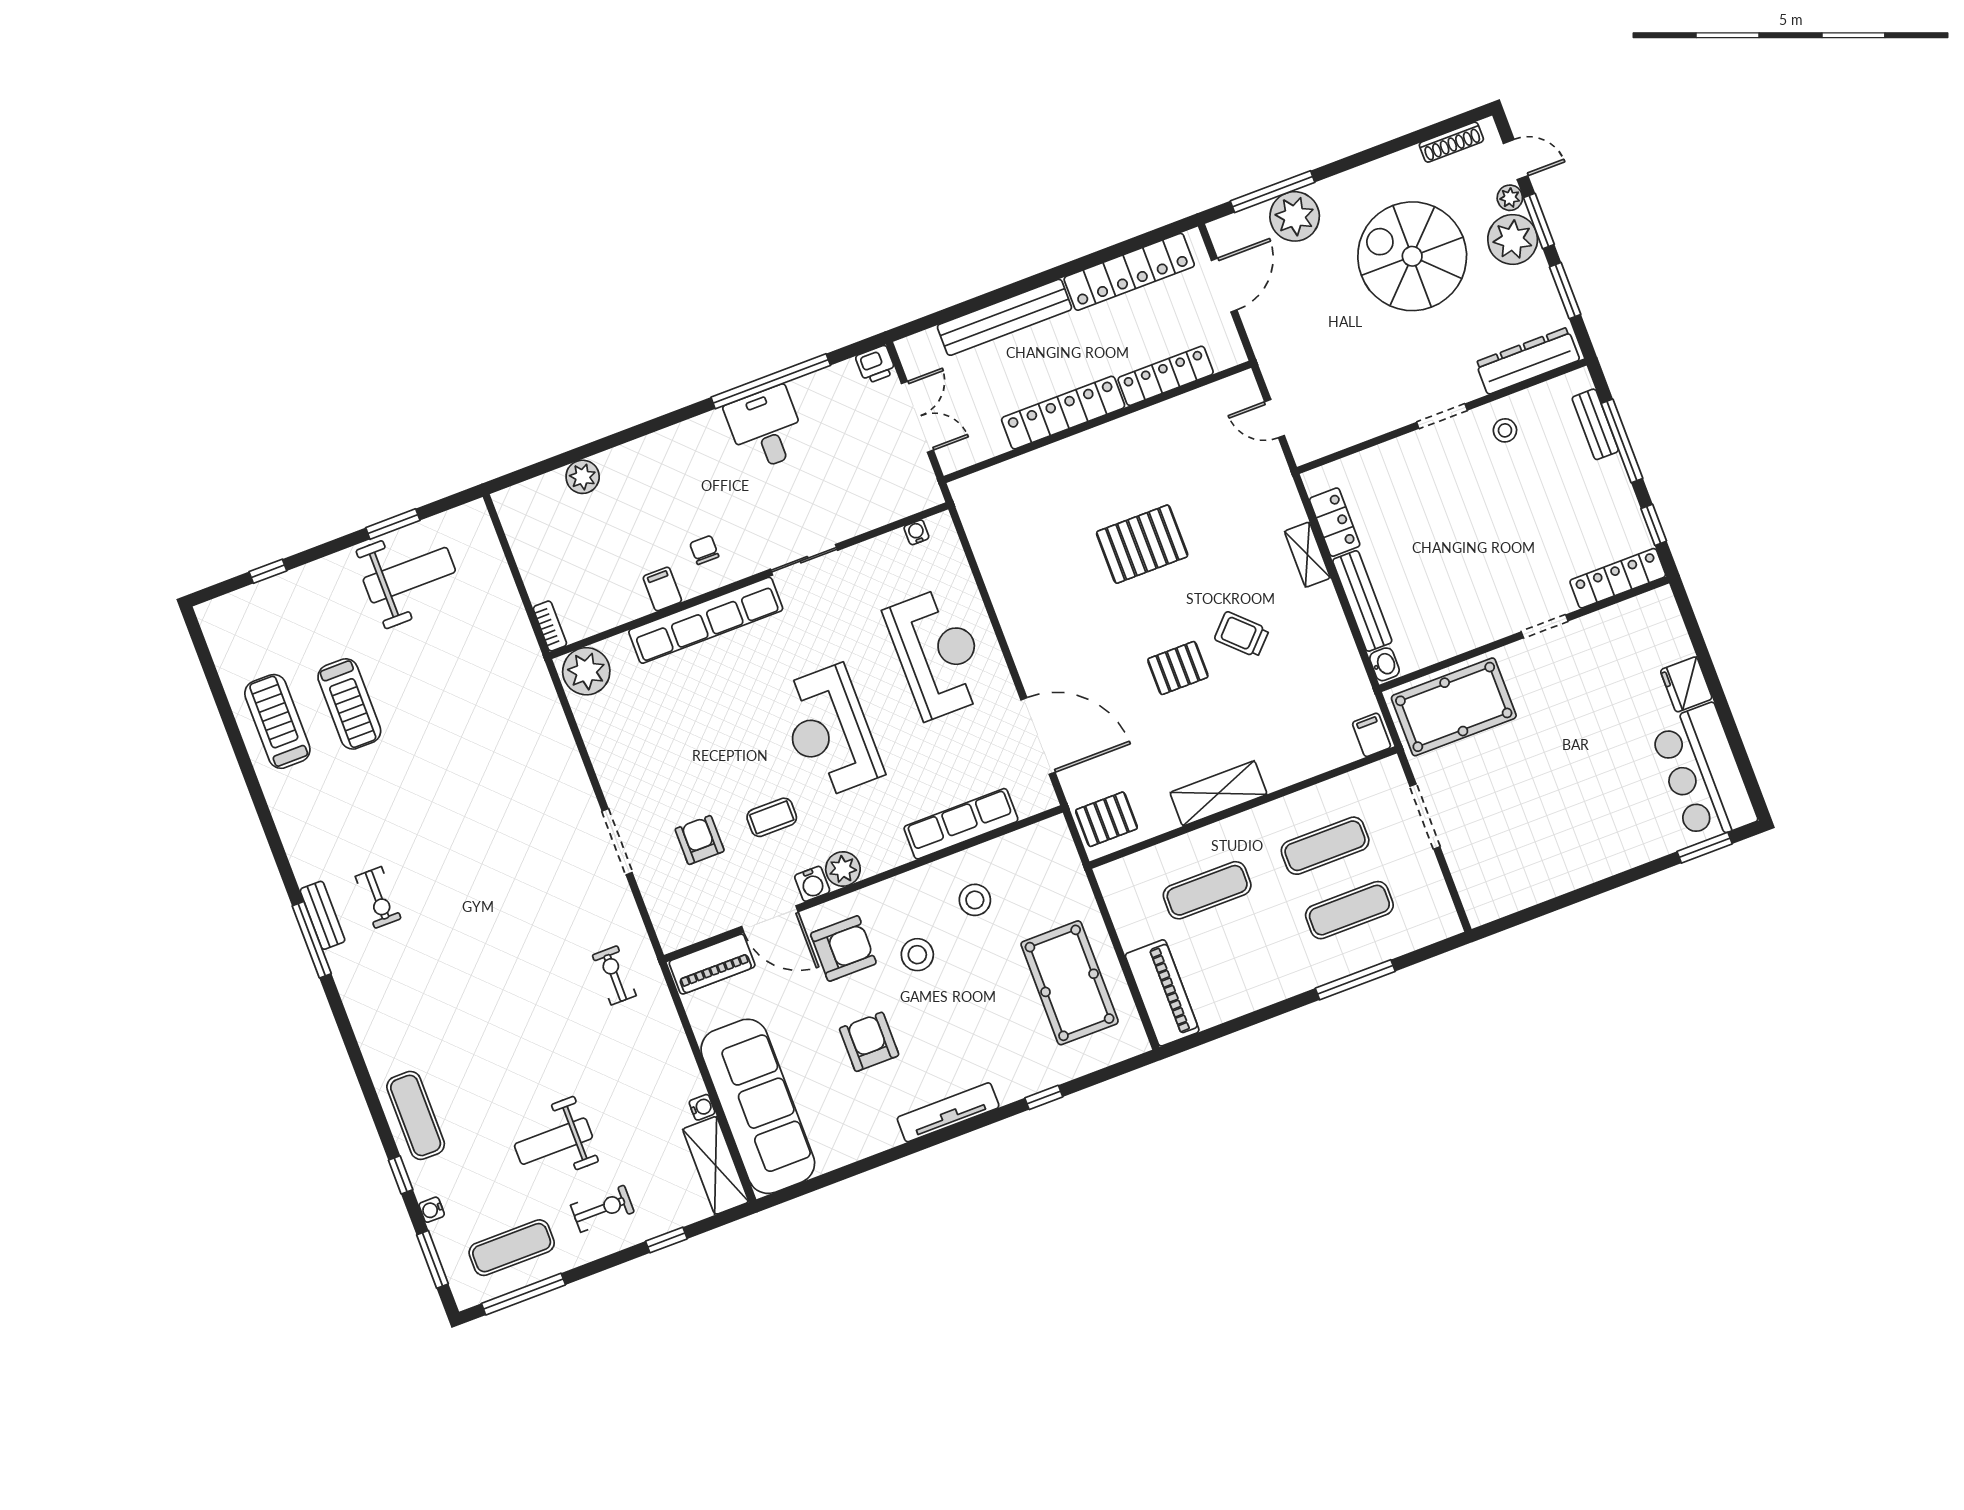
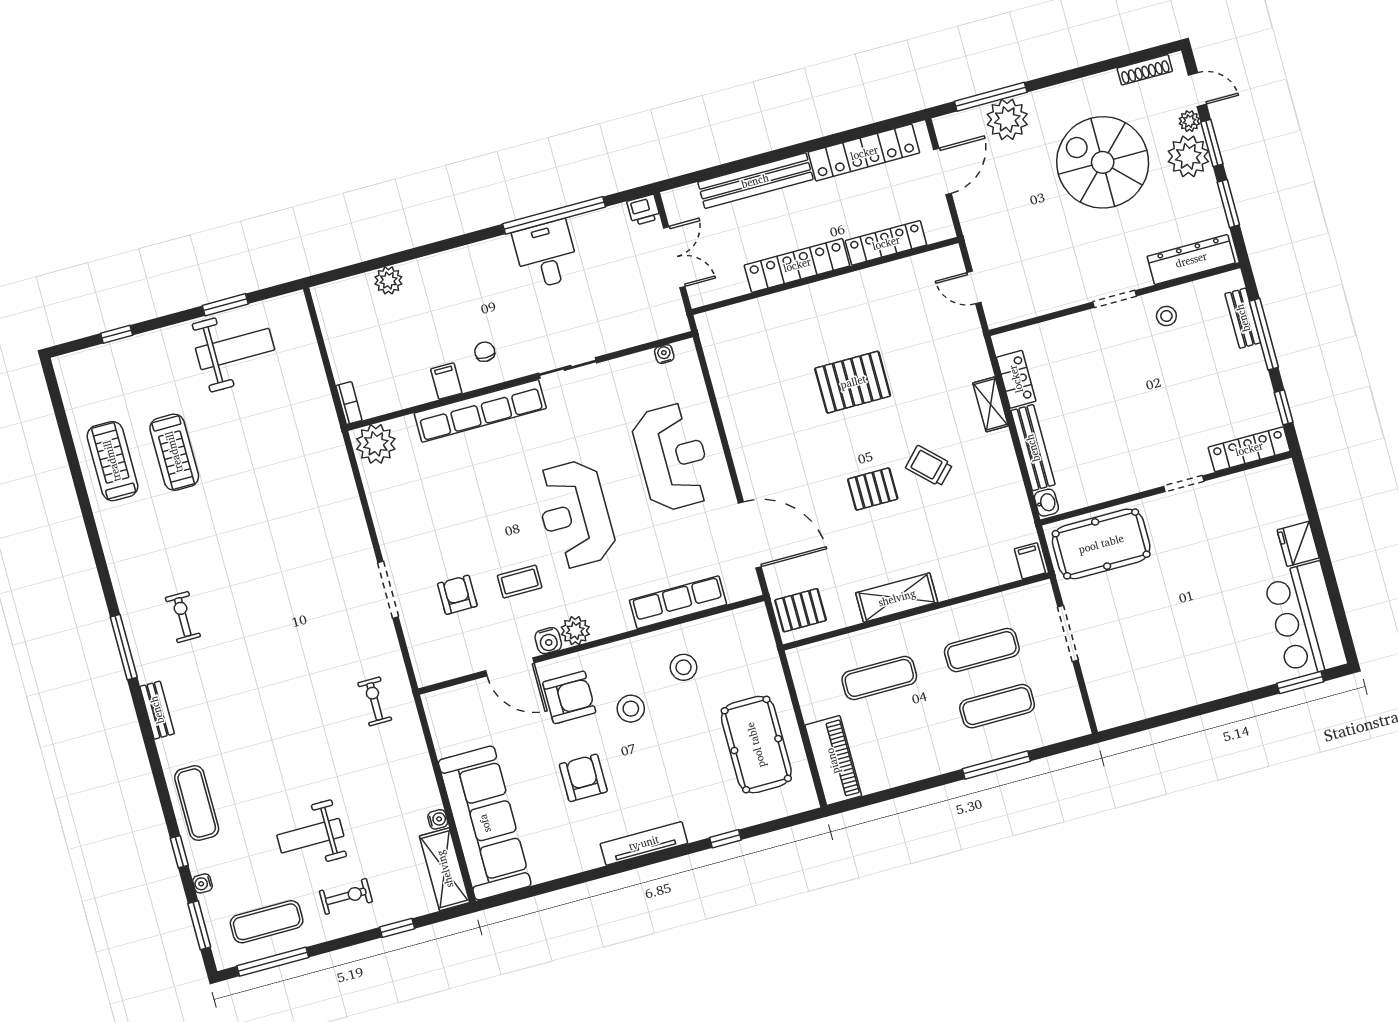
exercise bike: (378, 897) -> (183, 617), turned 180
bench: (323, 915) -> (157, 710), moved
piano: (712, 964) -> (458, 700), removed

